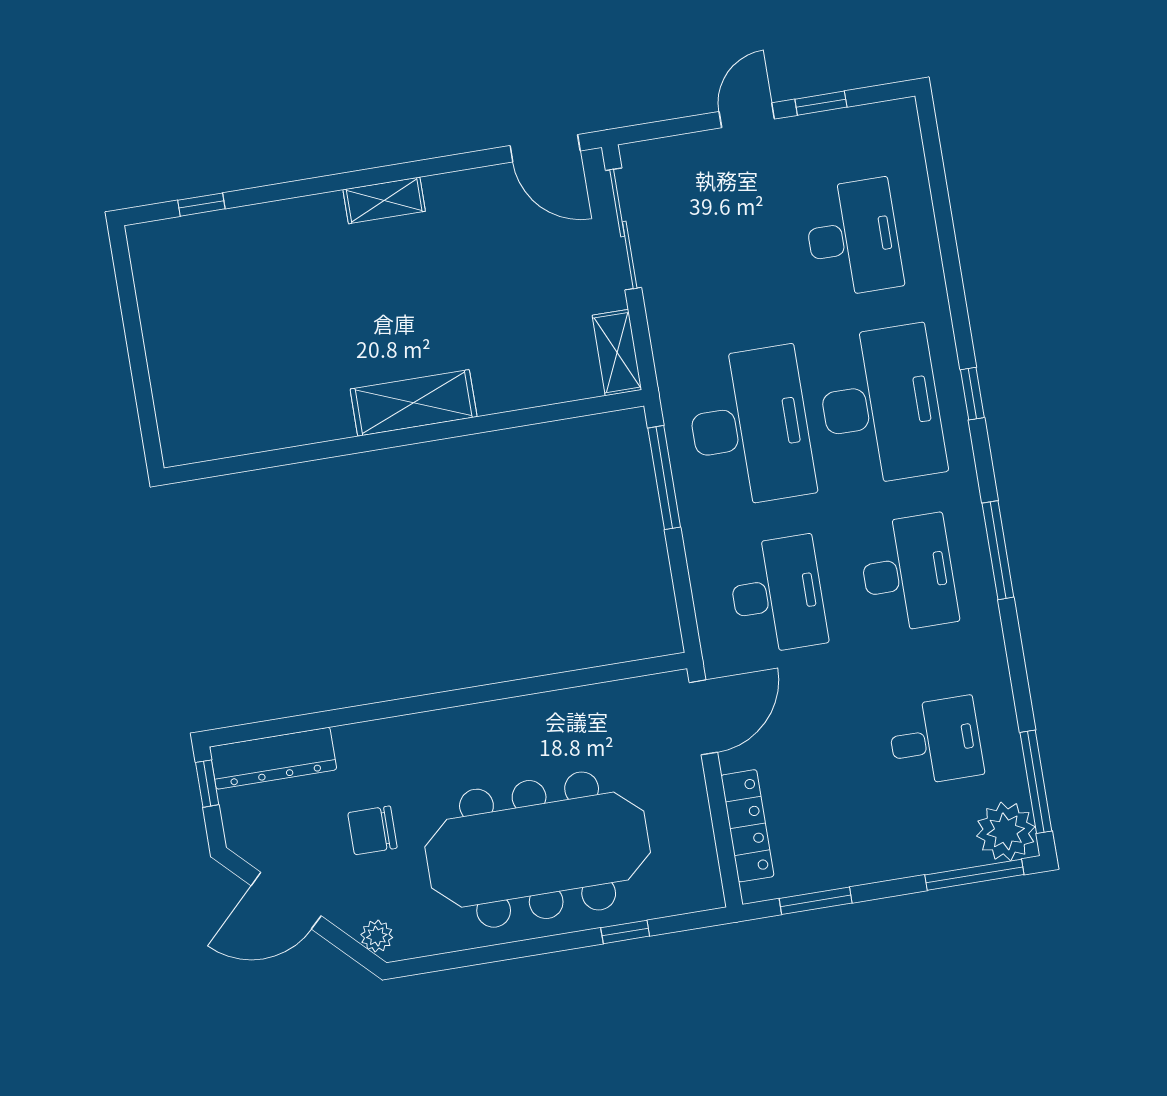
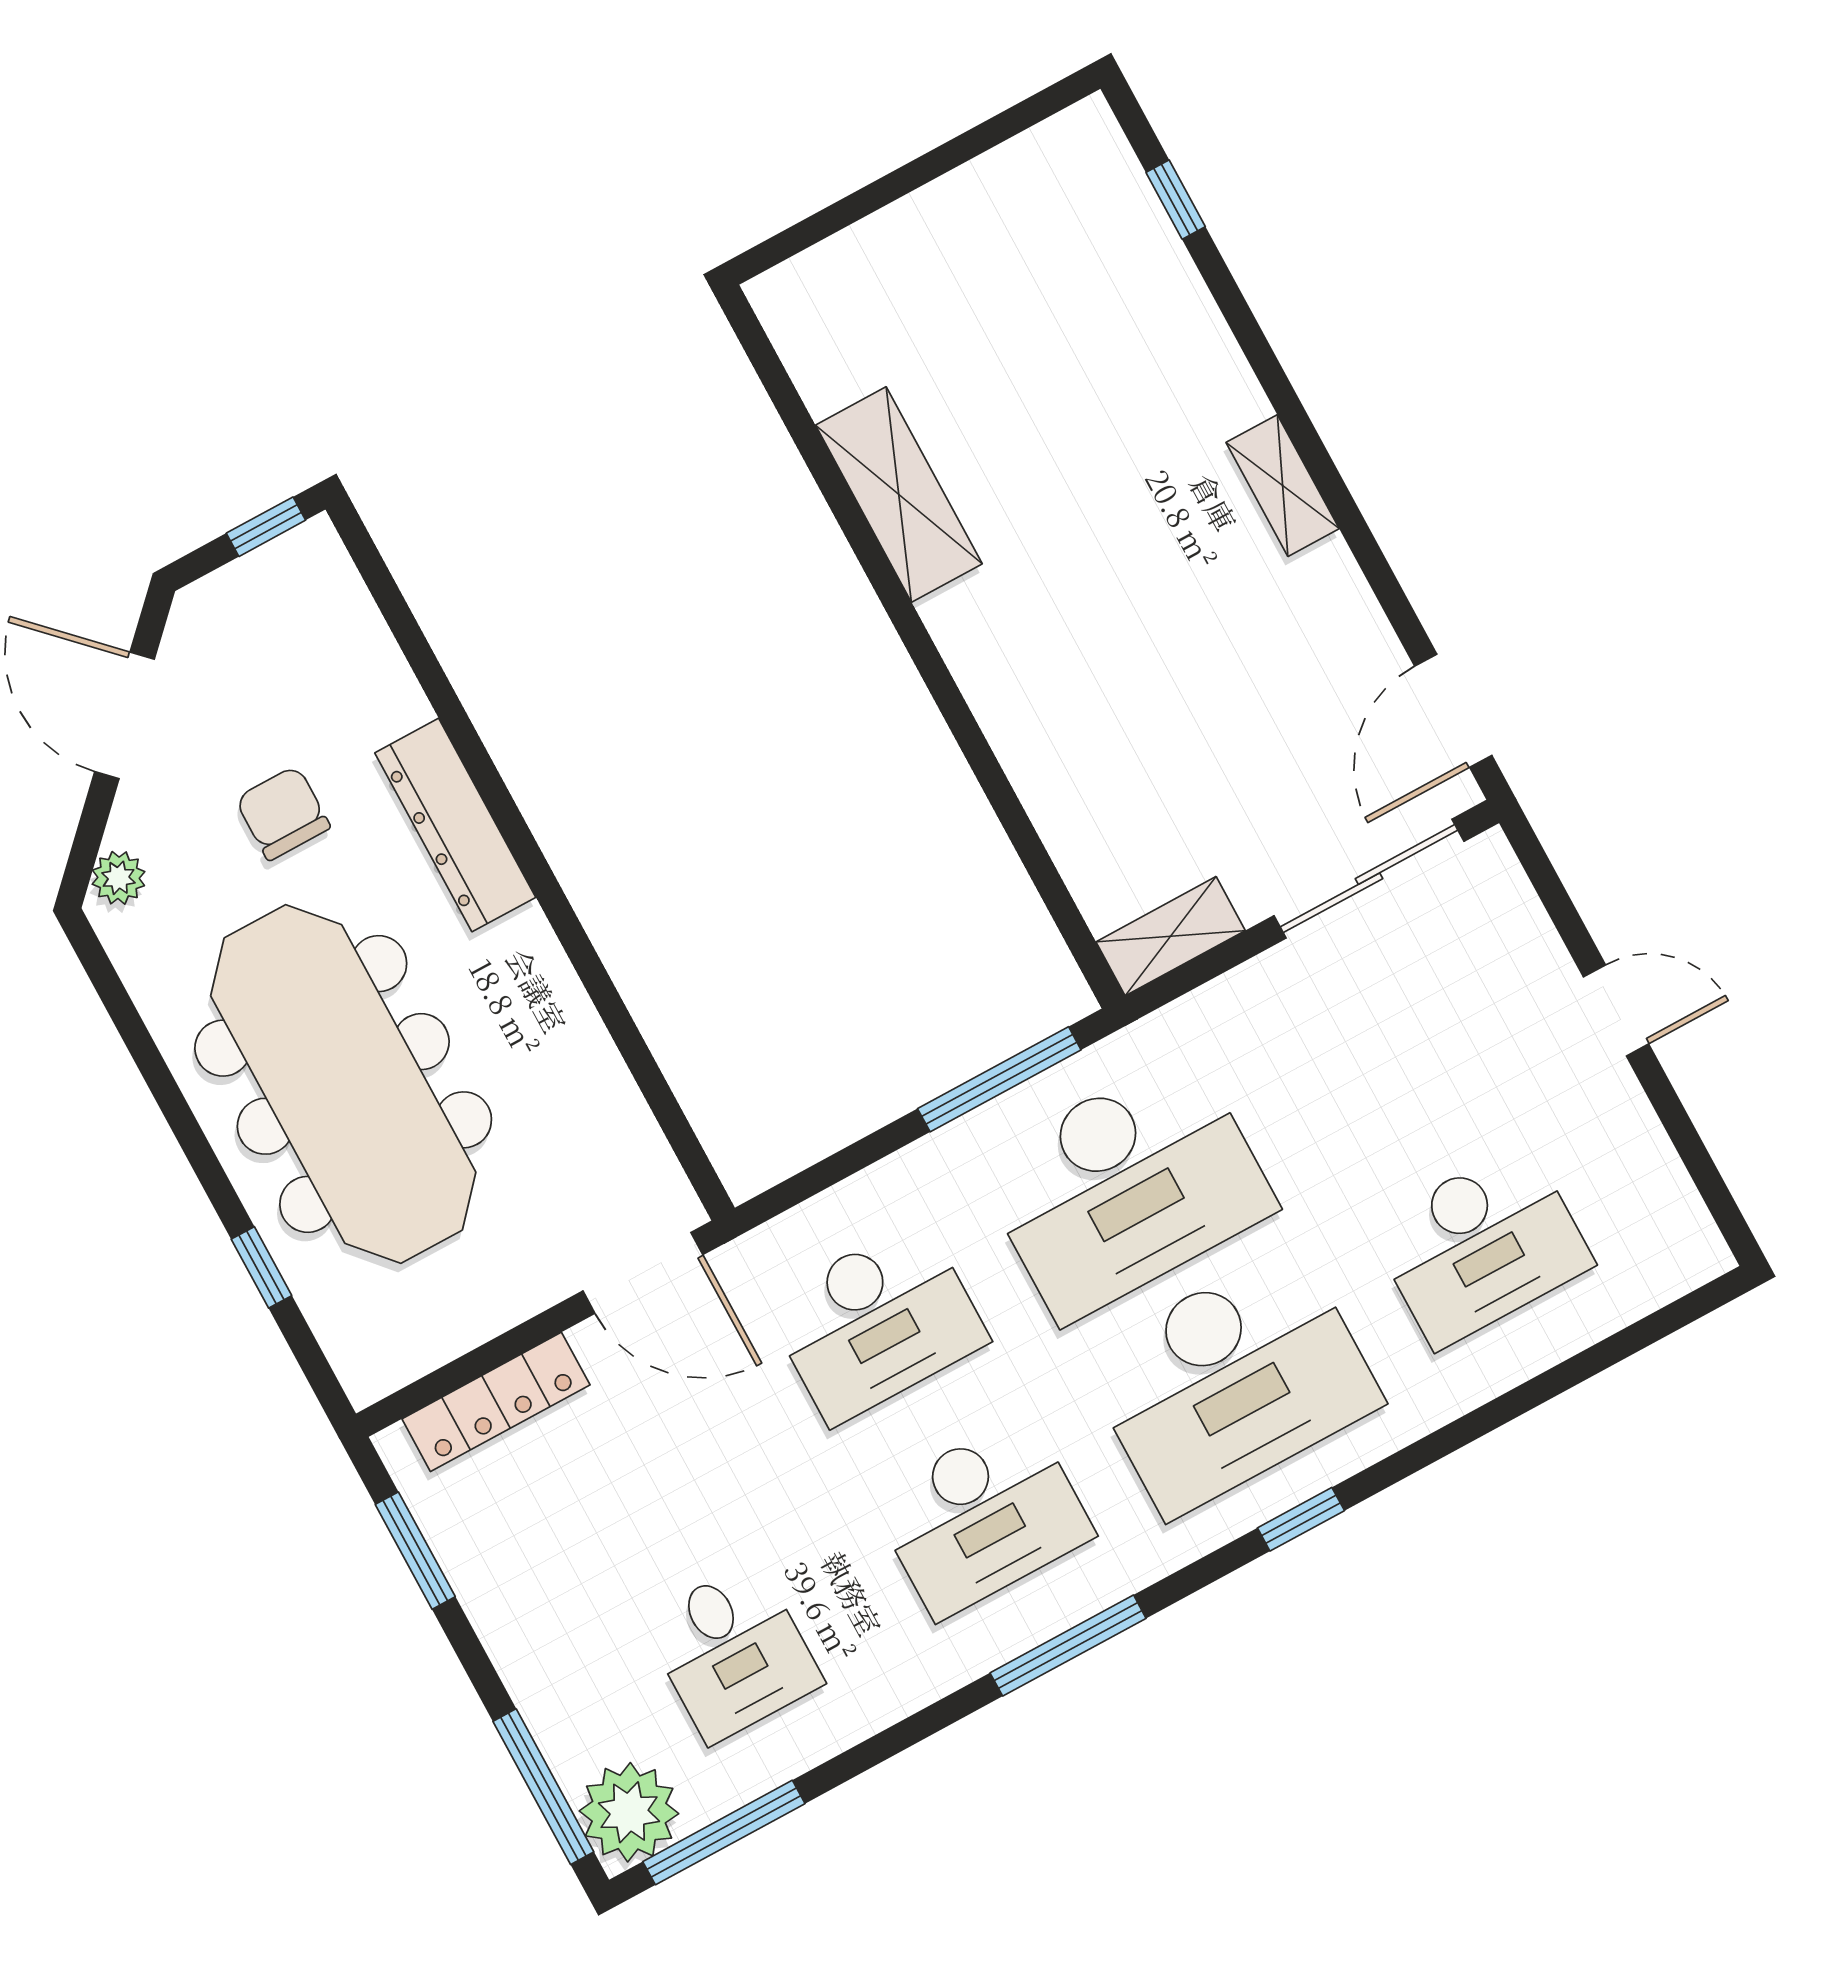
window: (821, 103) -> (1676, 1121), removed
shelving: (414, 403) -> (899, 495), moved
dresser: (273, 758) -> (455, 825), moved

